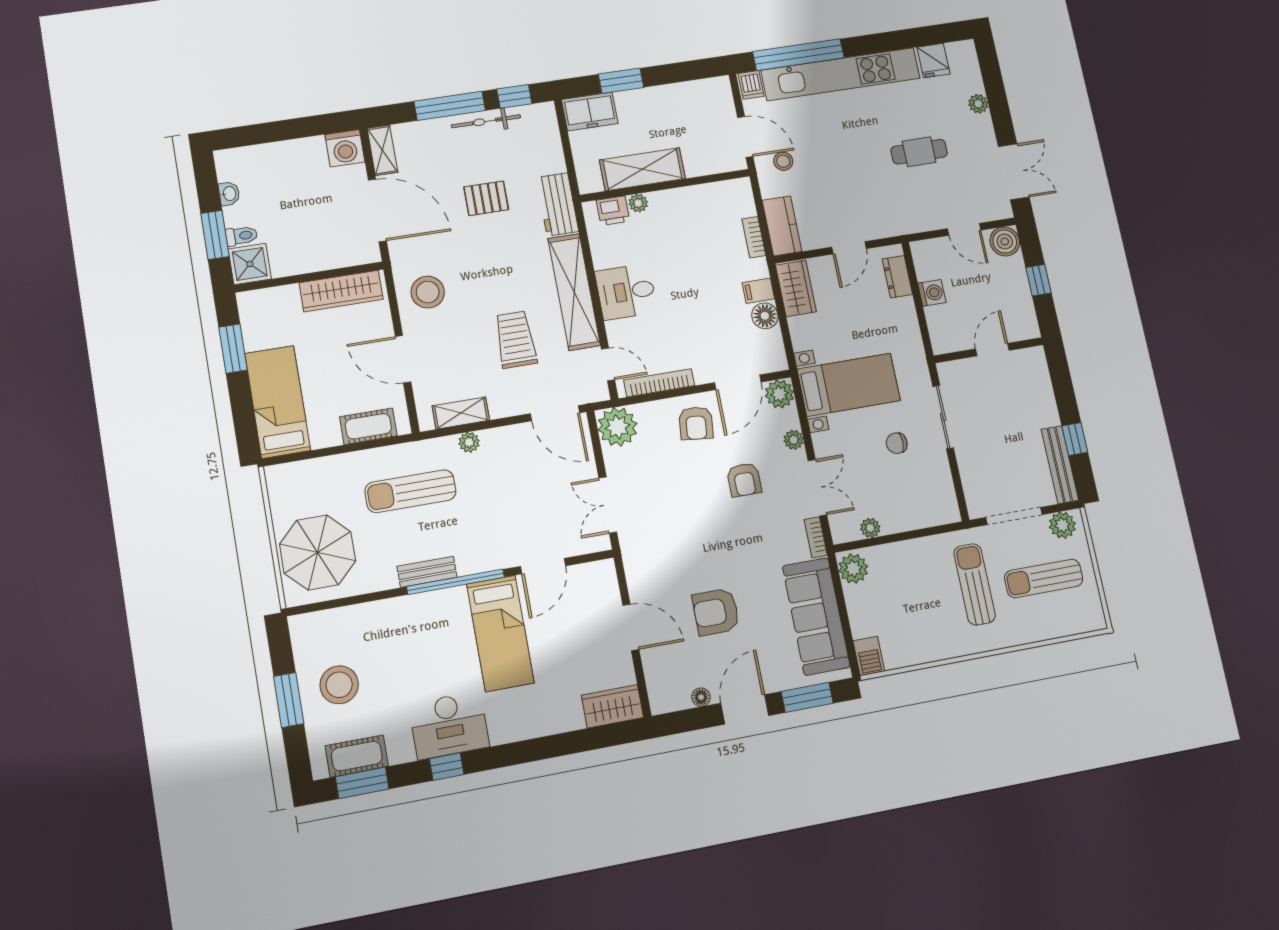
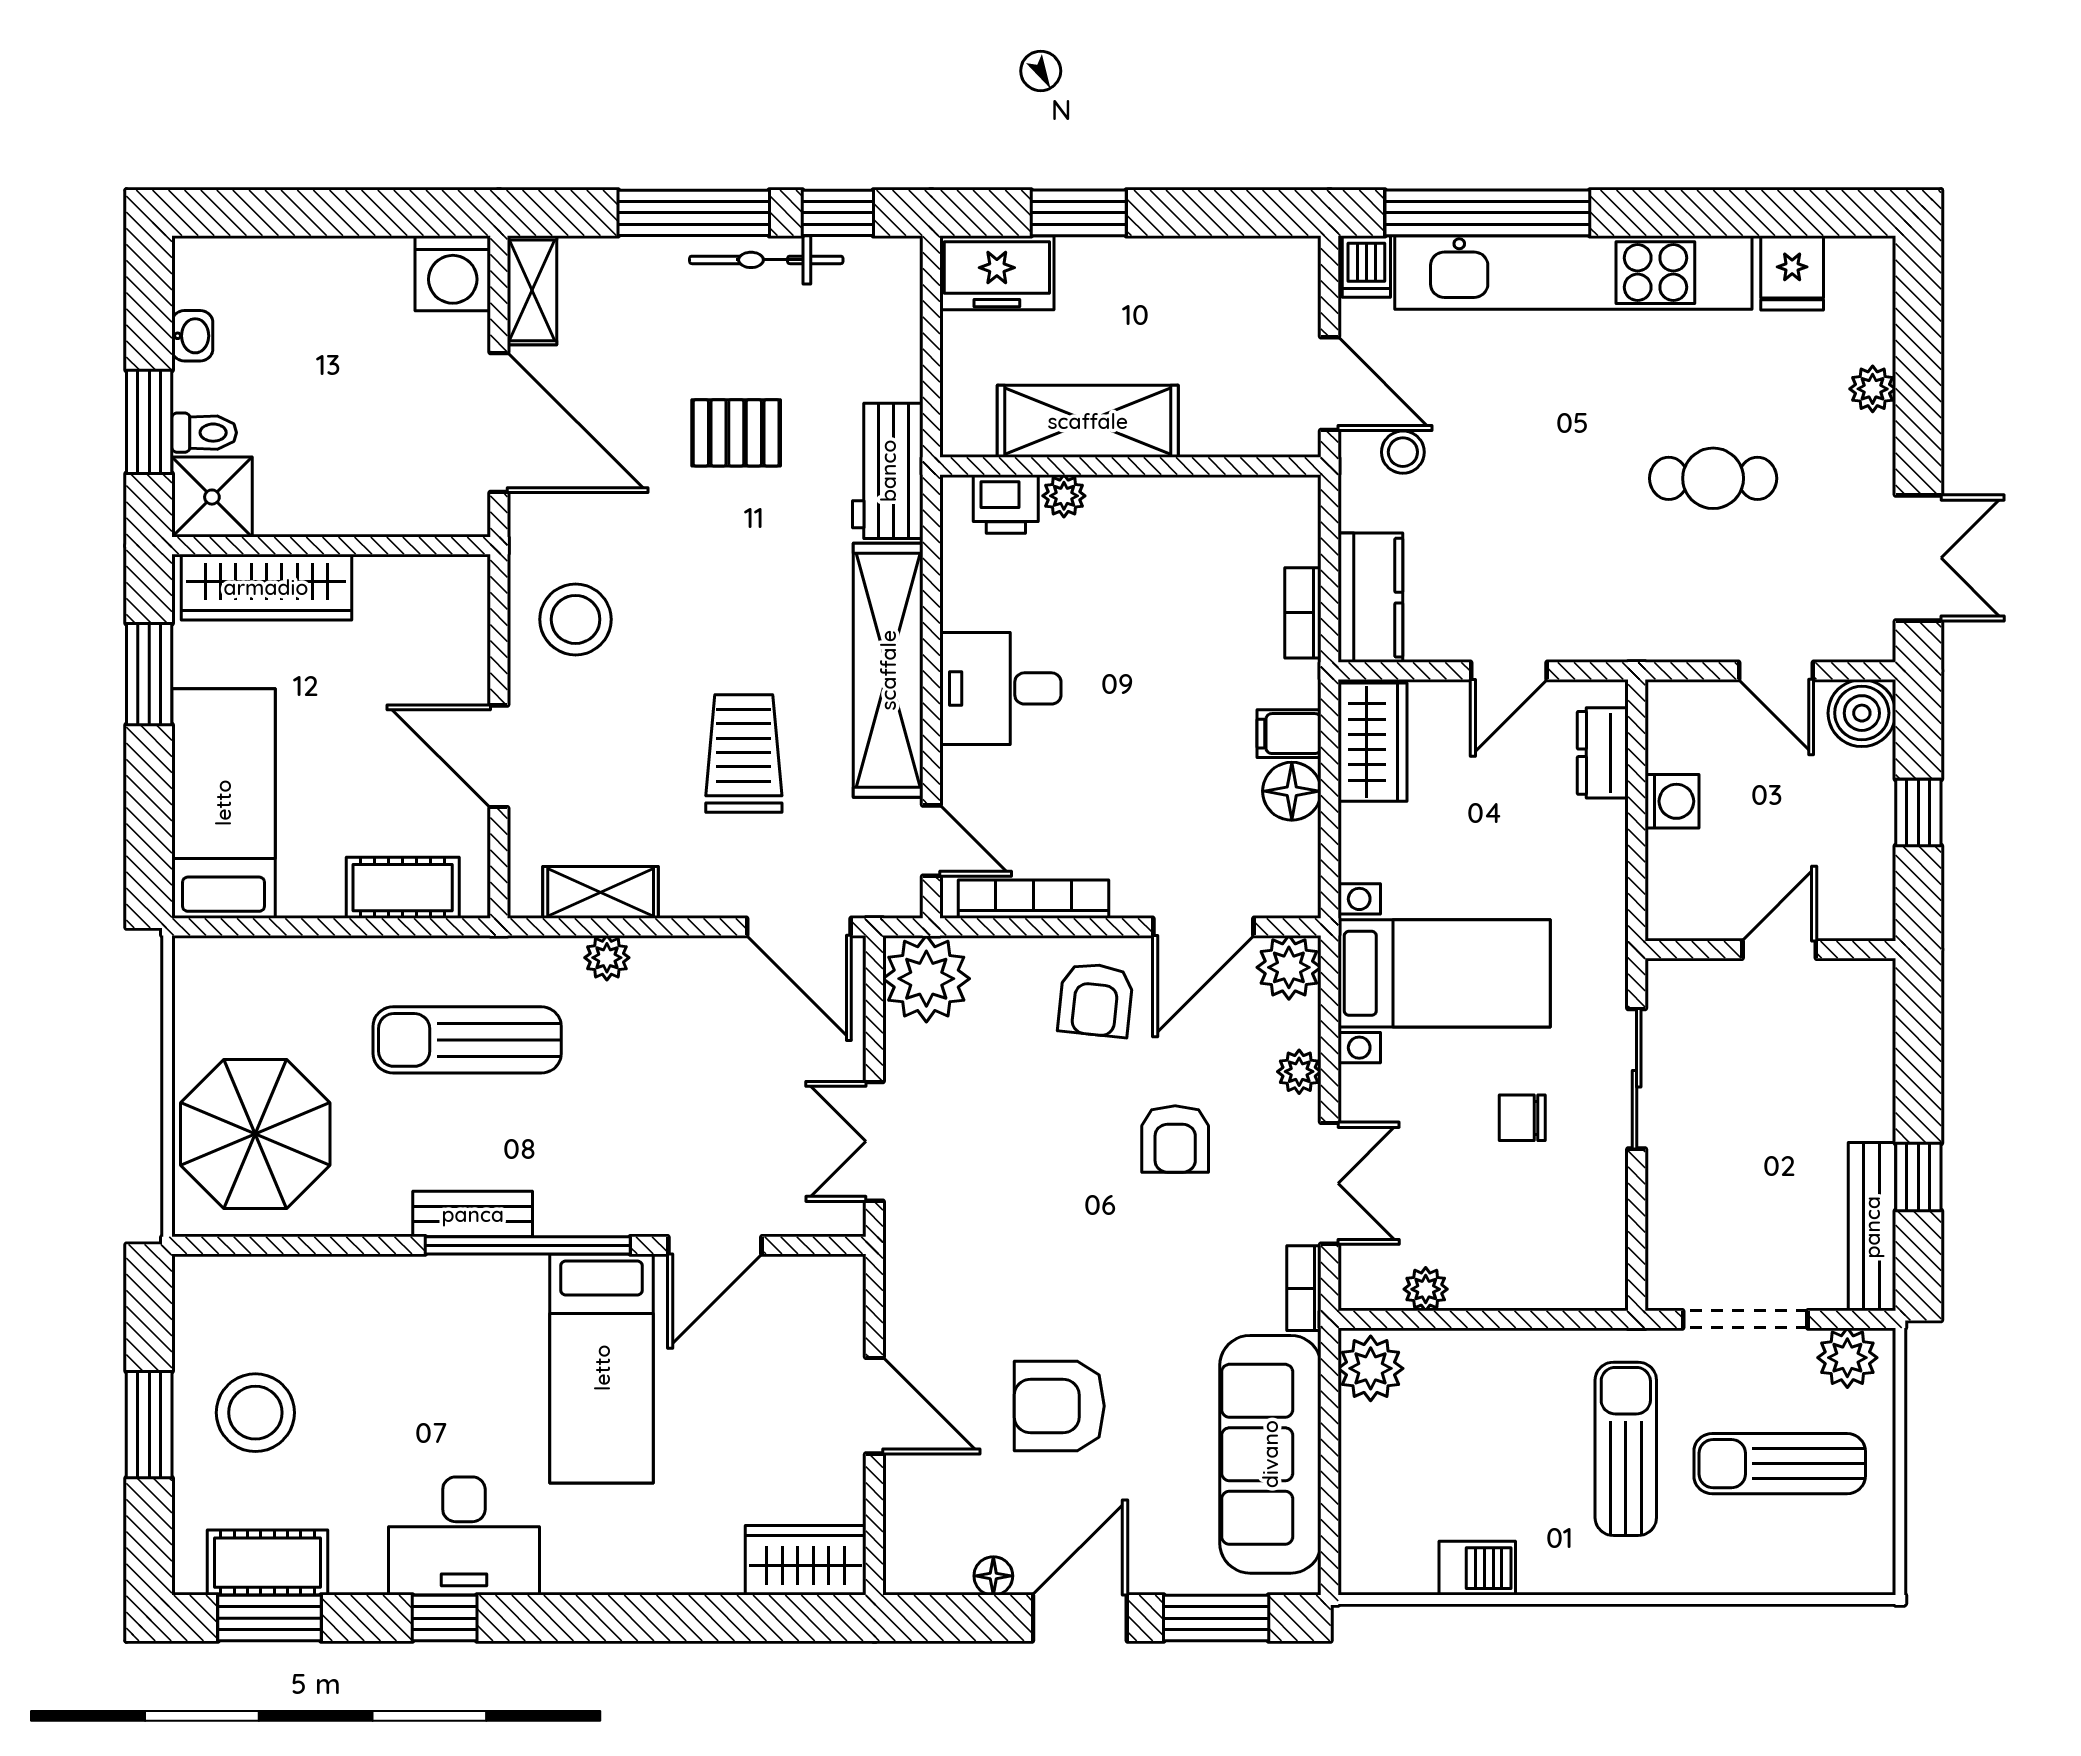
wardrobe: (341, 291) -> (266, 587), moved
barbecue: (869, 656) -> (1477, 1568), moved, turned -90

